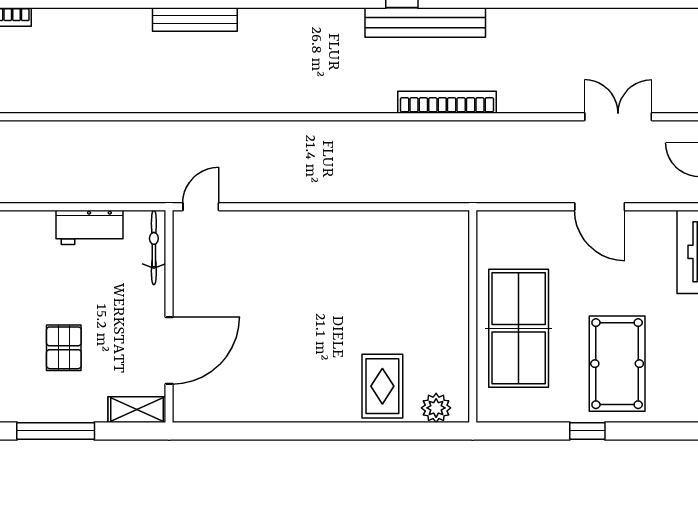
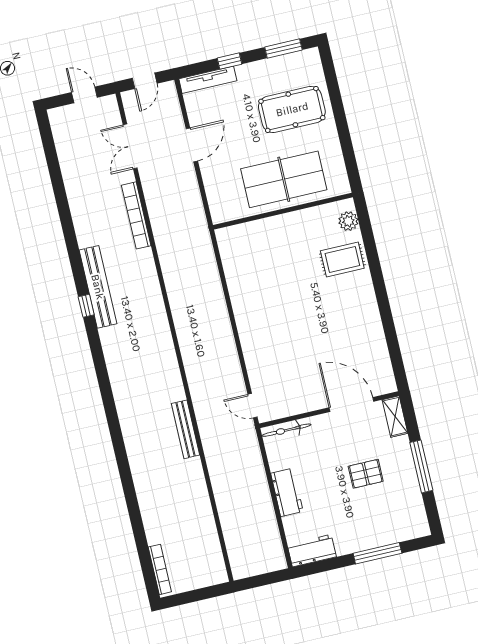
bench: (195, 19) -> (186, 429), moved
bookcase: (447, 102) -> (136, 215), moved
workbench: (89, 227) -> (287, 492), moved
window: (587, 431) -> (340, 119), removed

